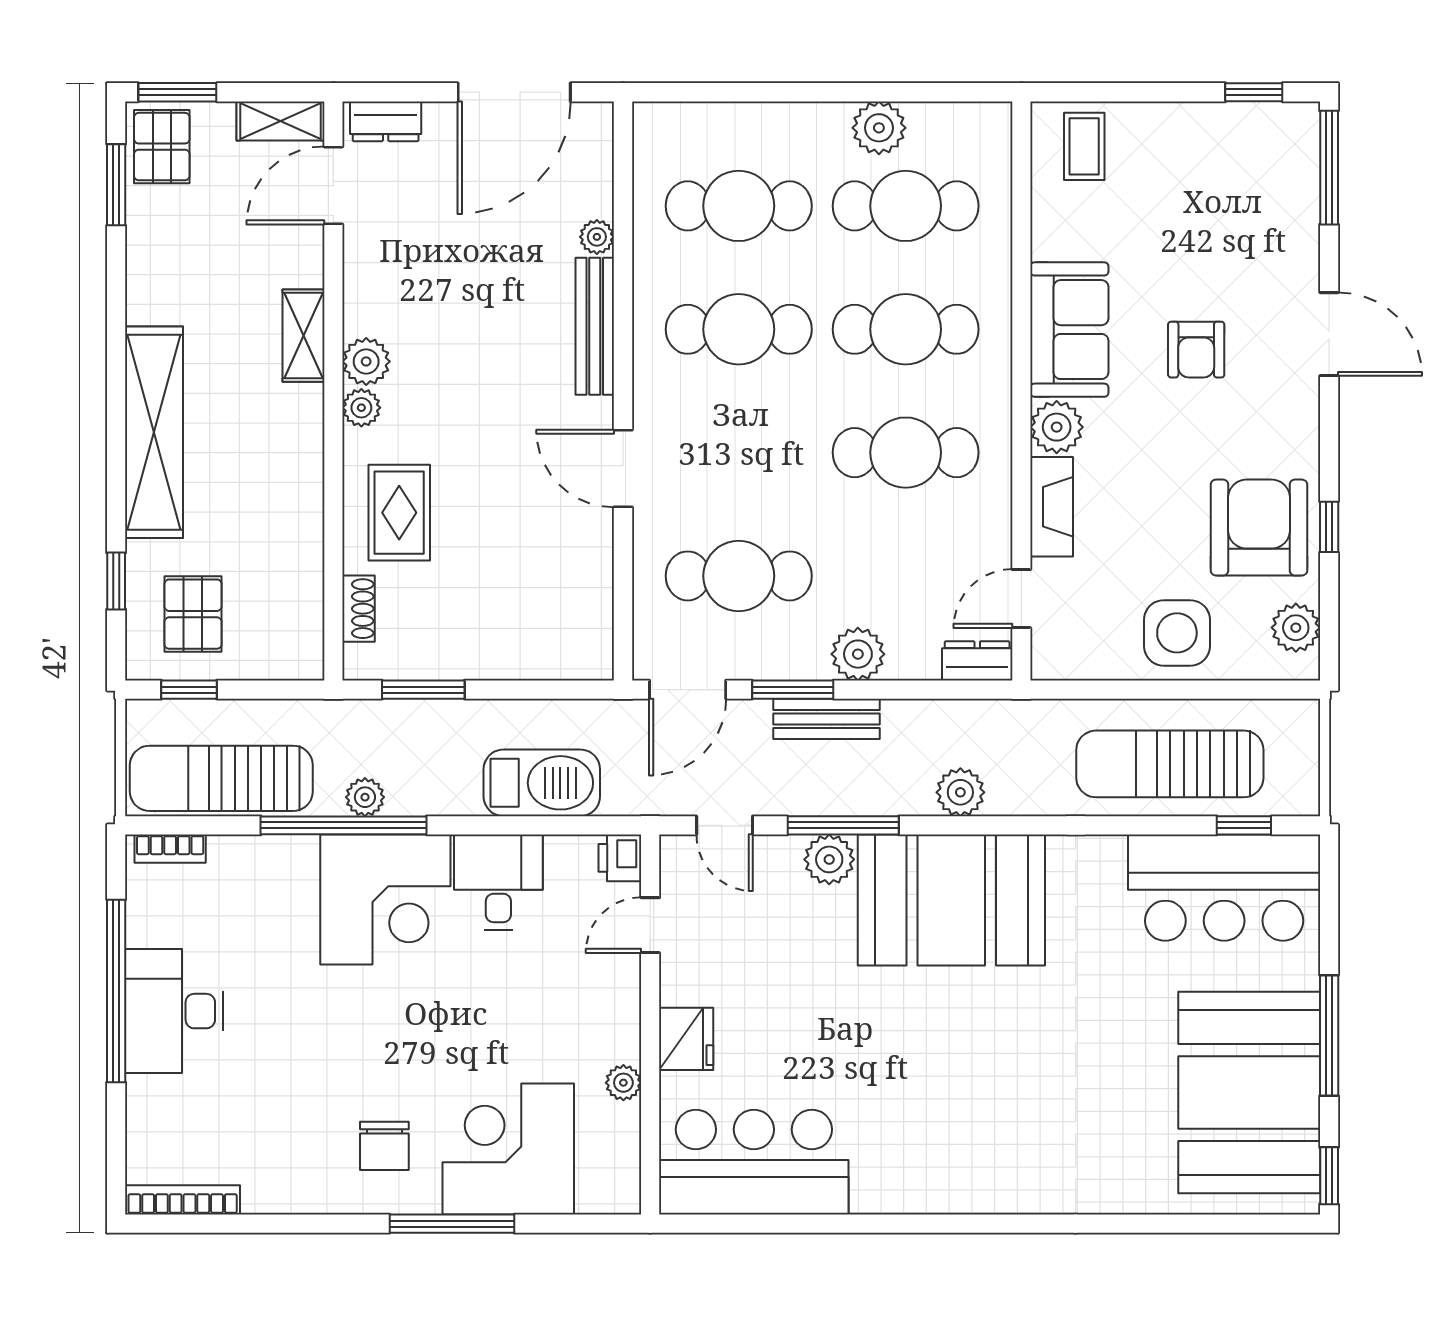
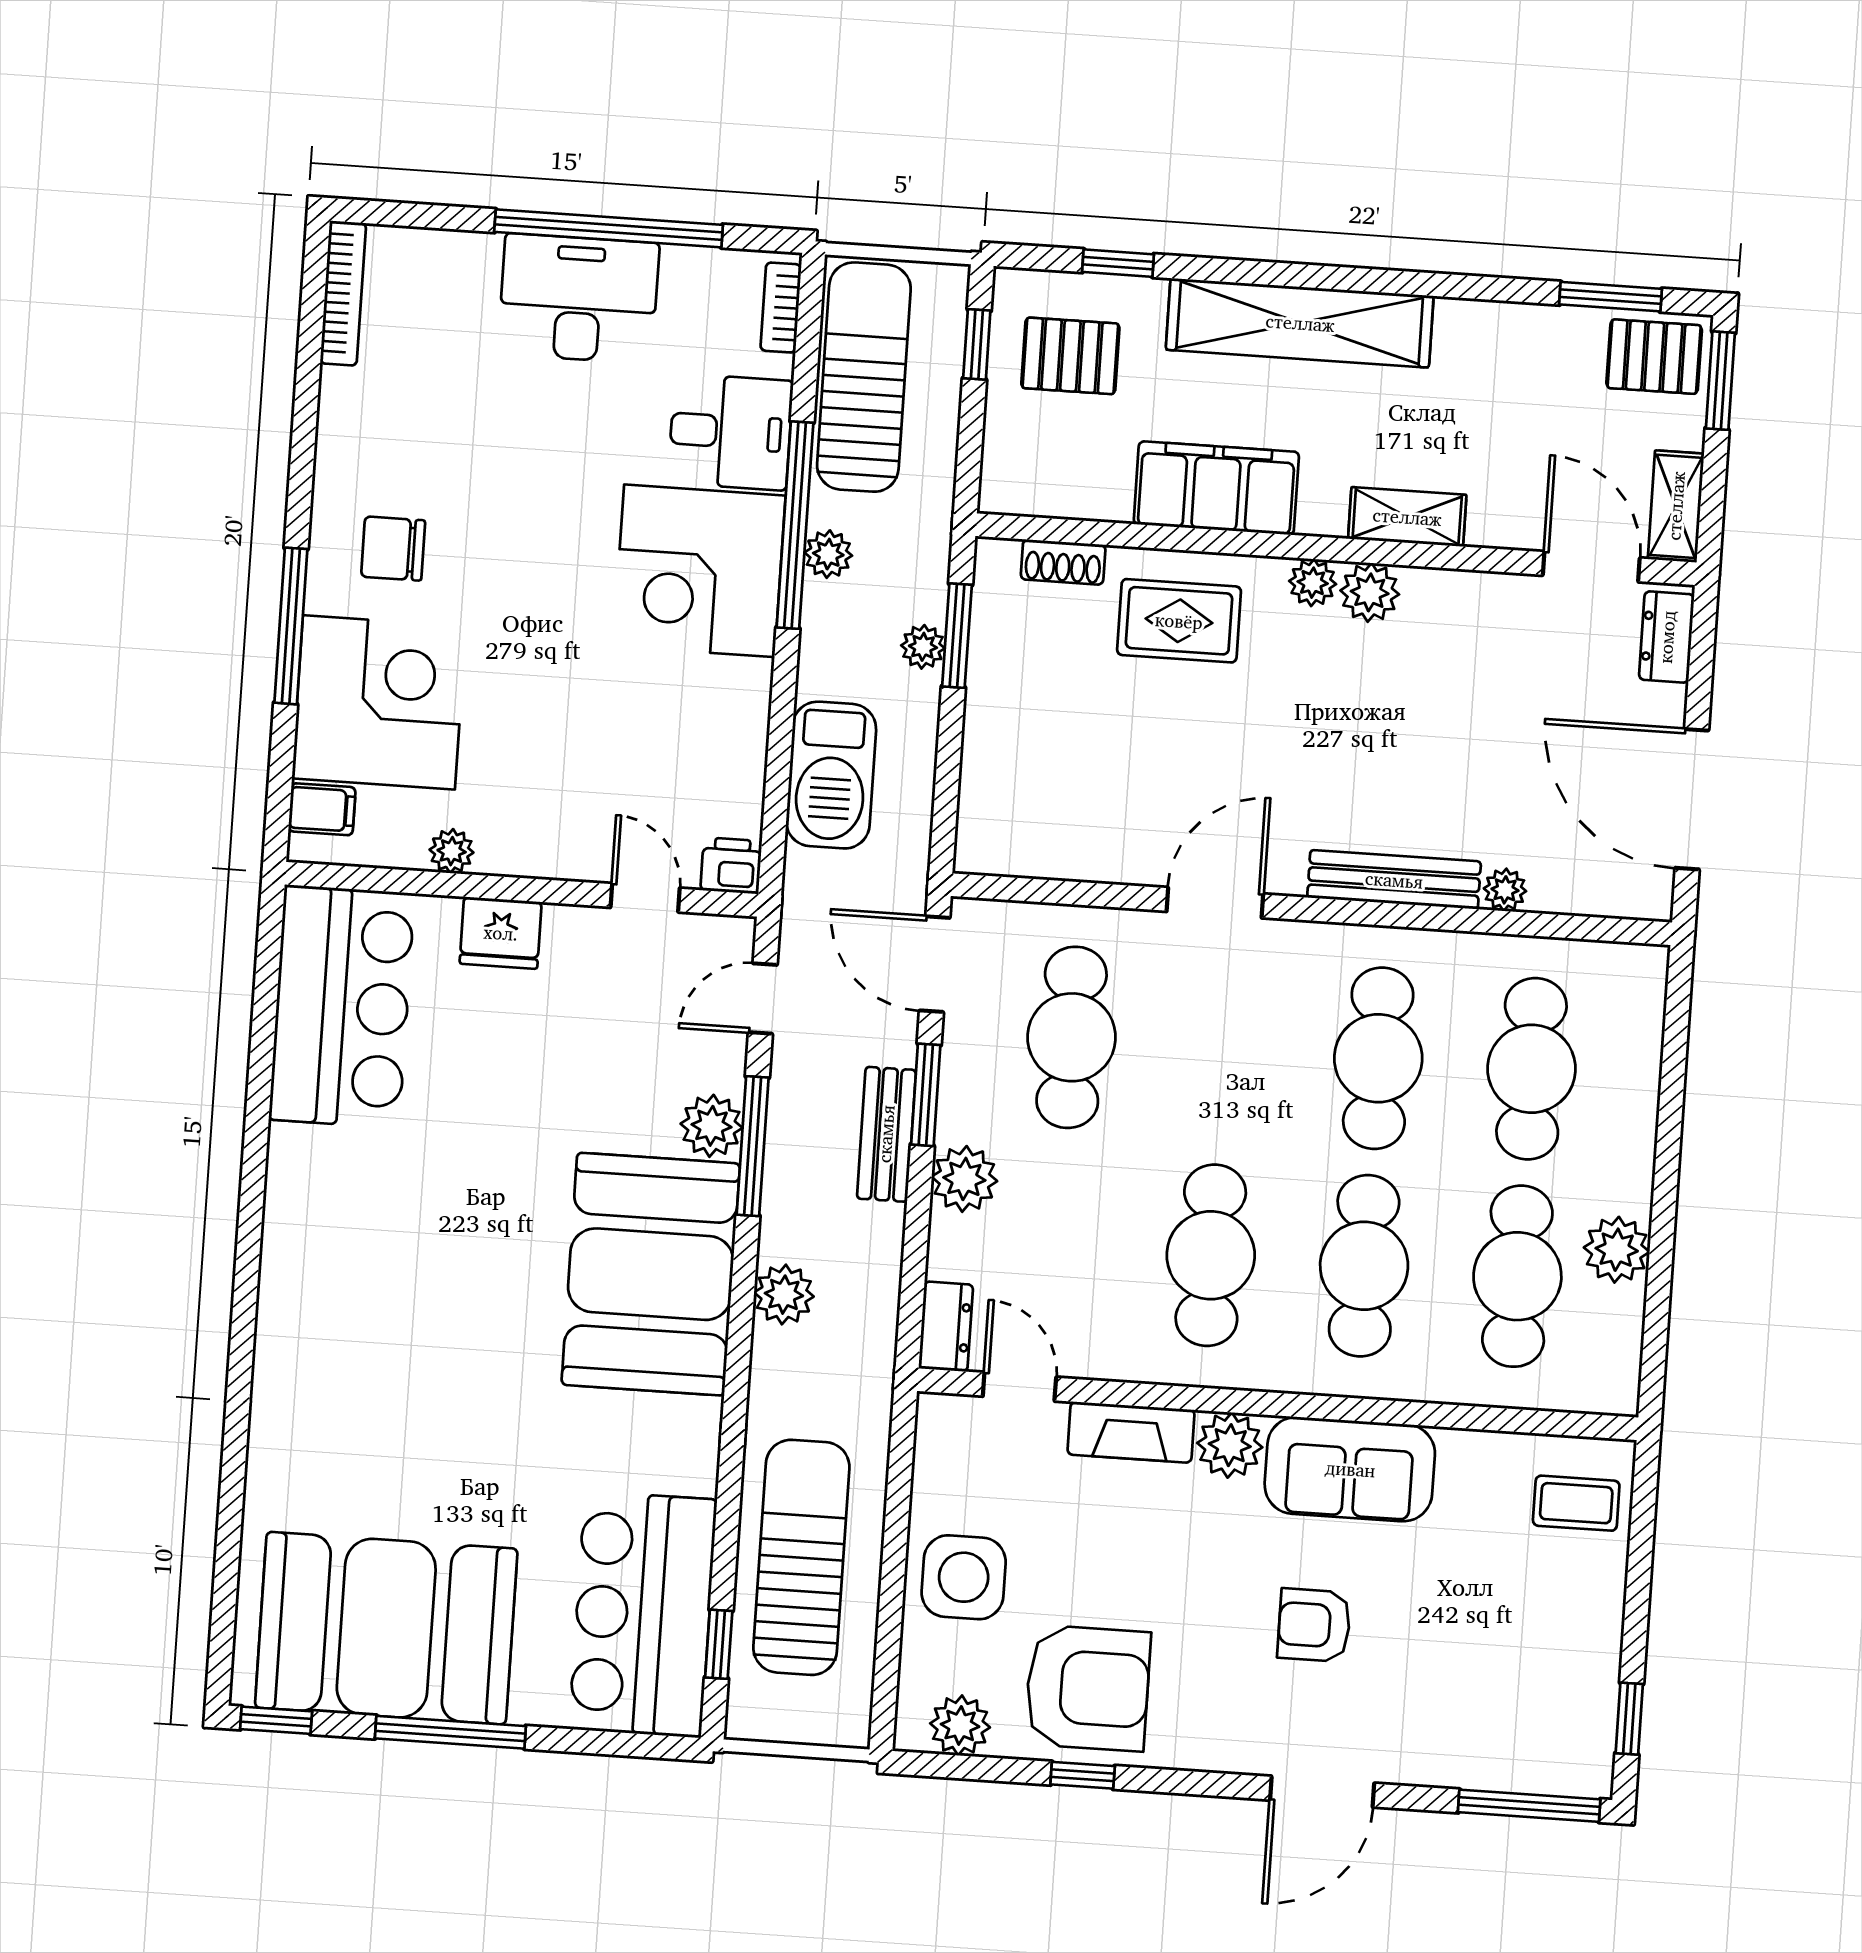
filing cabinet: (291, 490) -> (1216, 488), added
plant: (434, 716) -> (923, 647), added
desk: (498, 882) -> (730, 432), moved
filing cabinet: (597, 1189) -> (322, 809), added

